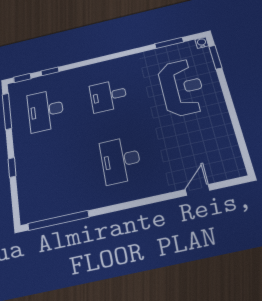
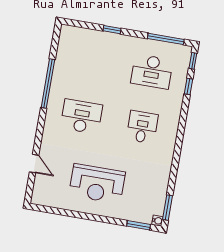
window: (169, 43) -> (168, 208), moved
reception desk: (182, 87) -> (97, 184), moved
desk: (46, 110) -> (152, 72), turned 180
window: (58, 220) -> (48, 84), moved

